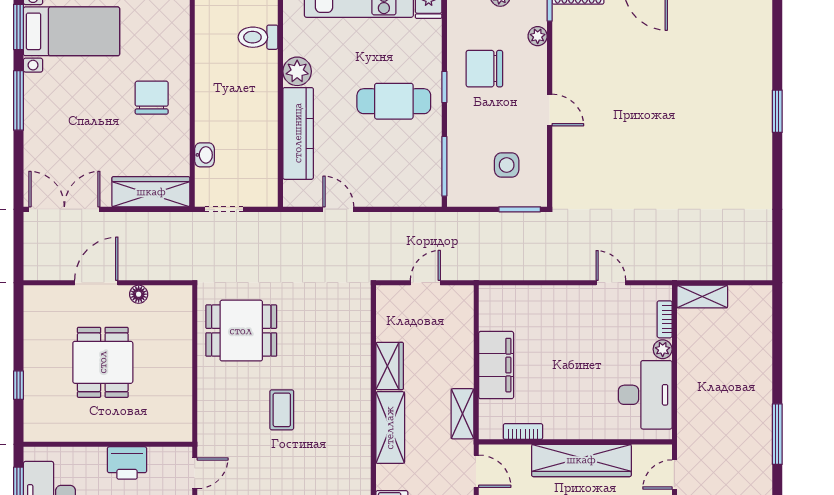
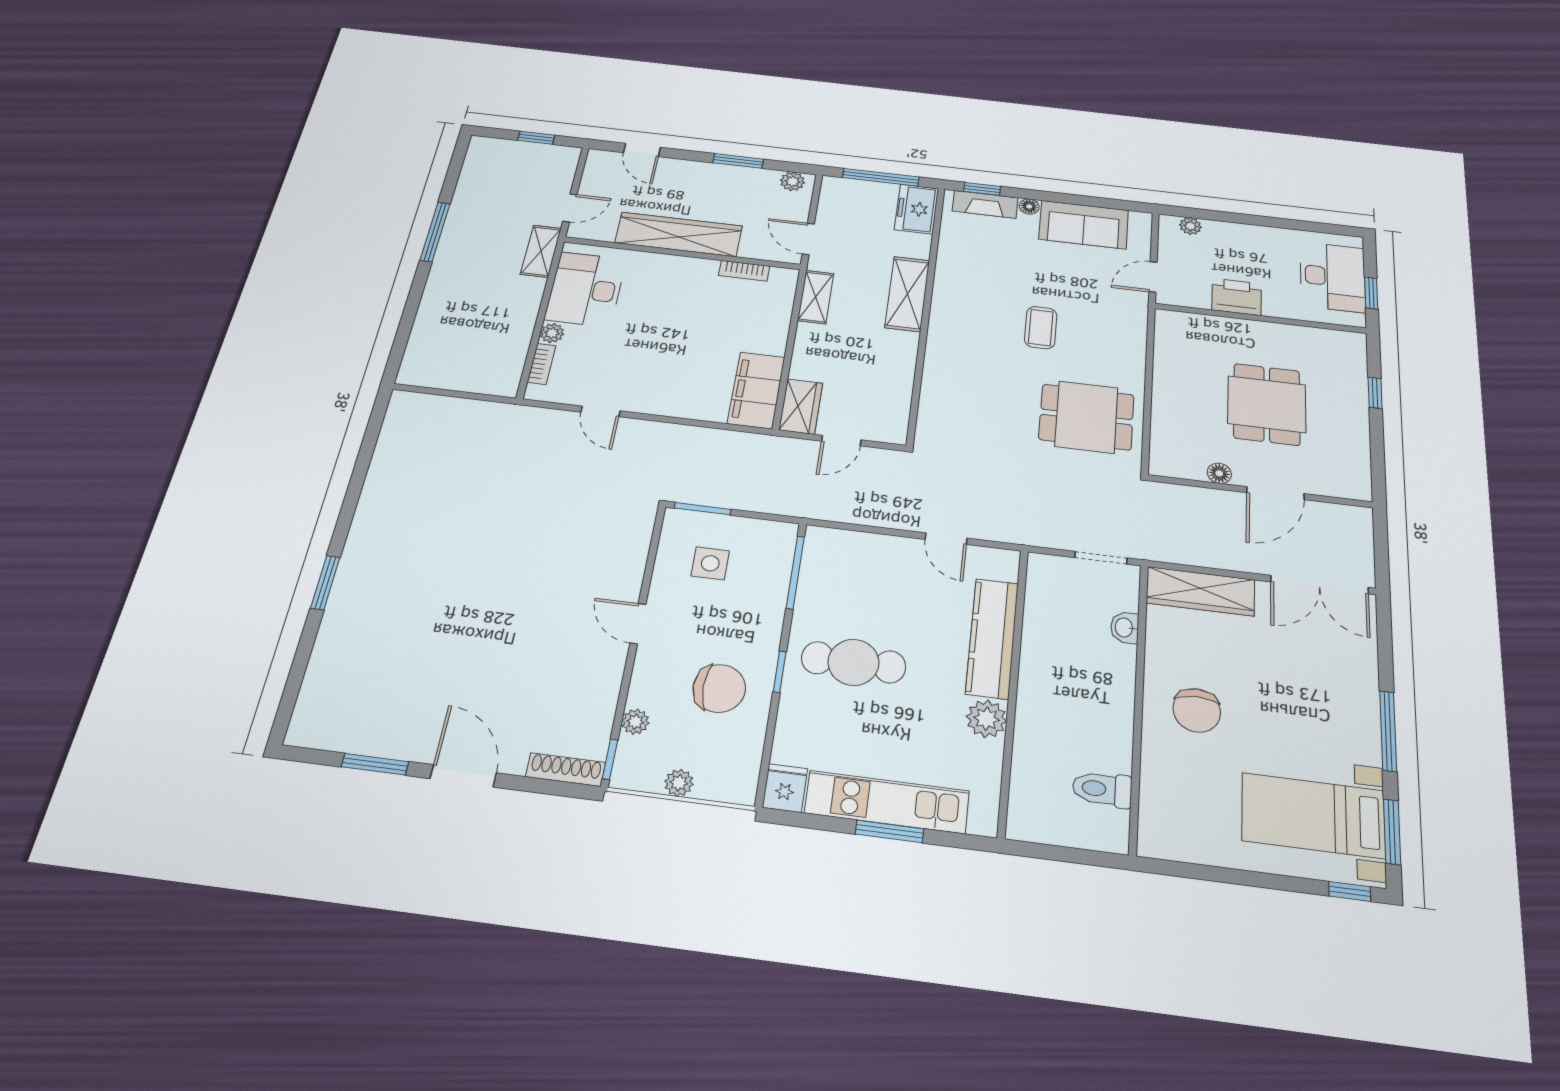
toilet: (258, 37) -> (1102, 789), moved, turned 180
shelving: (702, 297) -> (541, 251), moved, turned 90
filing cabinet: (496, 365) -> (756, 390), moved
wardrobe: (390, 366) -> (801, 407), moved, turned 180

